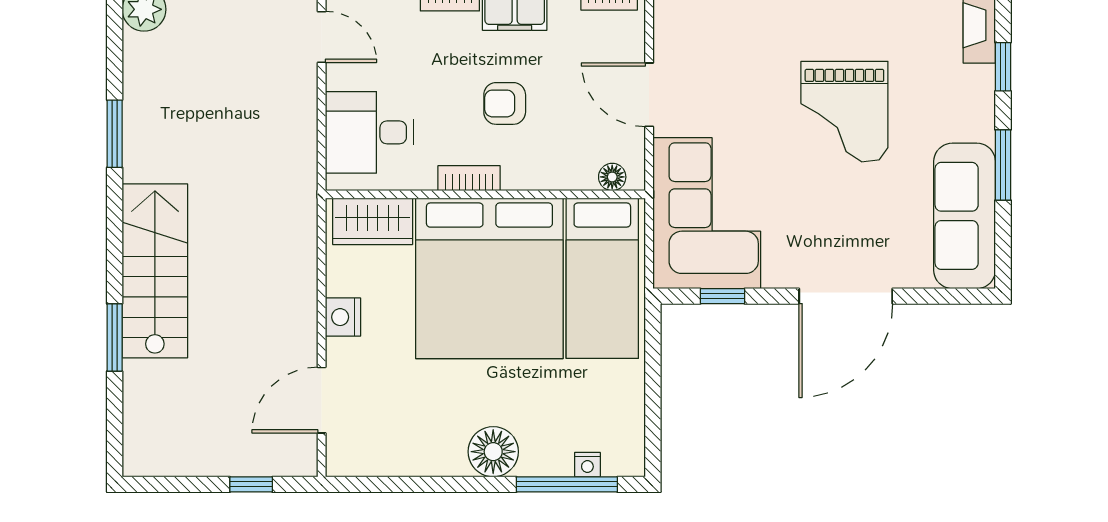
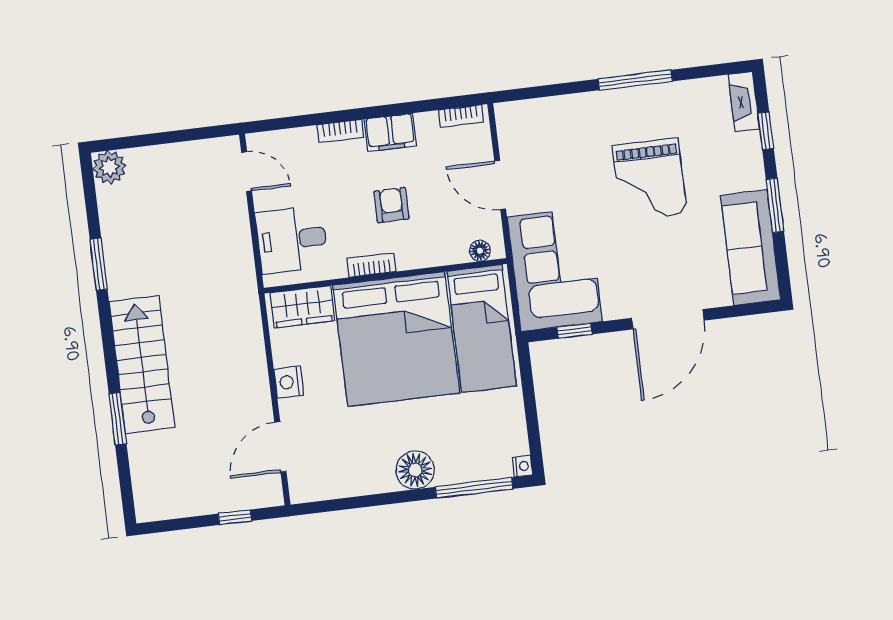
armchair: (505, 103) -> (391, 205), turned 90
nightstand: (587, 465) -> (522, 466), moved, turned -90

